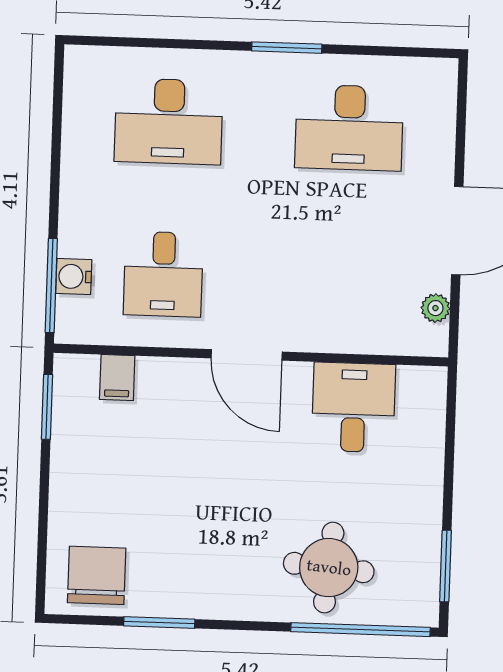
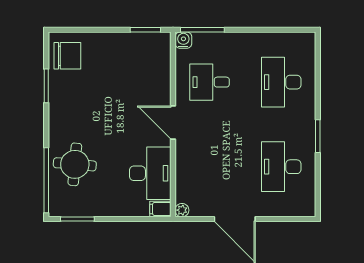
water cooler: (74, 276) -> (183, 40), moved
plant: (435, 308) -> (182, 210), moved
door: (247, 355) -> (173, 122), hinge flipped
filing cabinet: (117, 378) -> (160, 209), moved
desk: (353, 407) -> (150, 173), width x1.37

